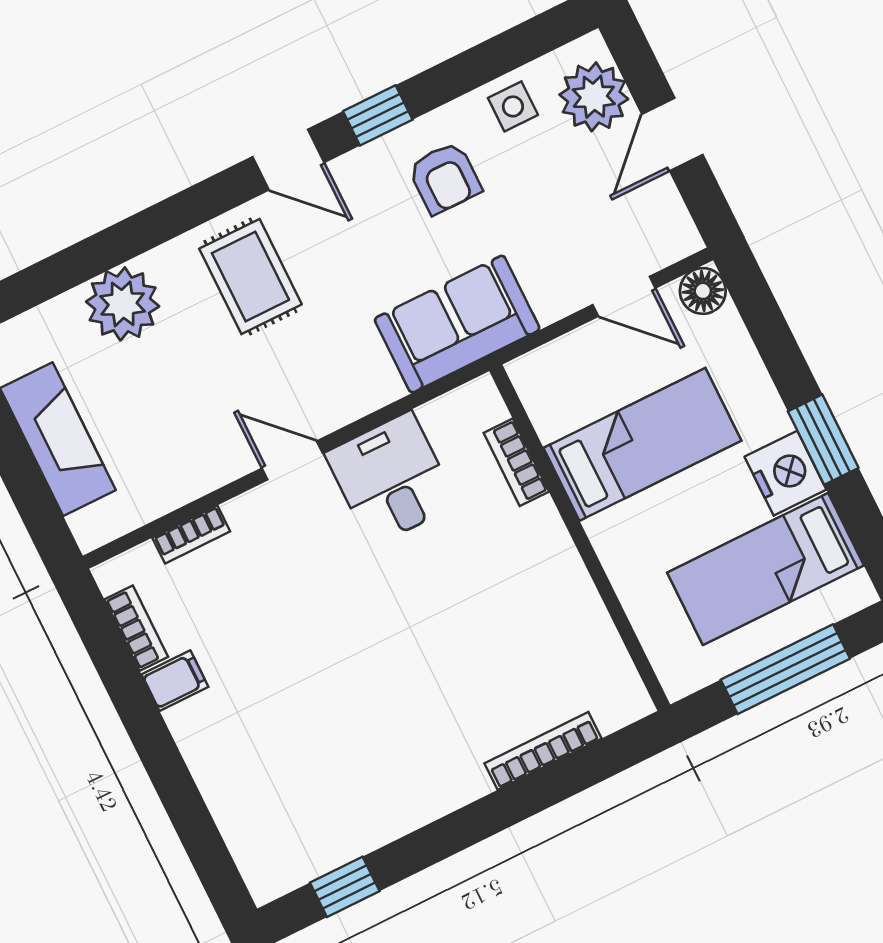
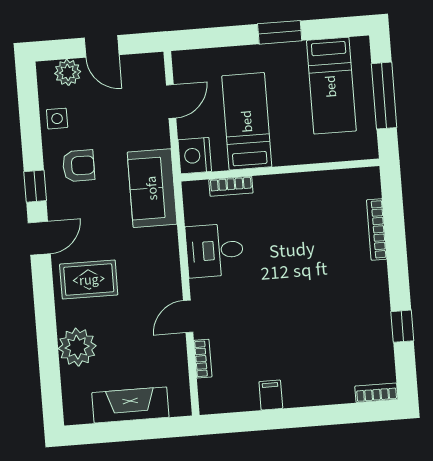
plant: (594, 97) -> (68, 72), width x0.73, depth x0.73
floor lamp: (703, 291) -> (184, 62), removed
door: (292, 460) -> (188, 316), moved
nightstand: (785, 473) -> (195, 156), moved, turned -90
bookcase: (136, 628) -> (376, 393), moved
window: (345, 887) -> (402, 326), moved

